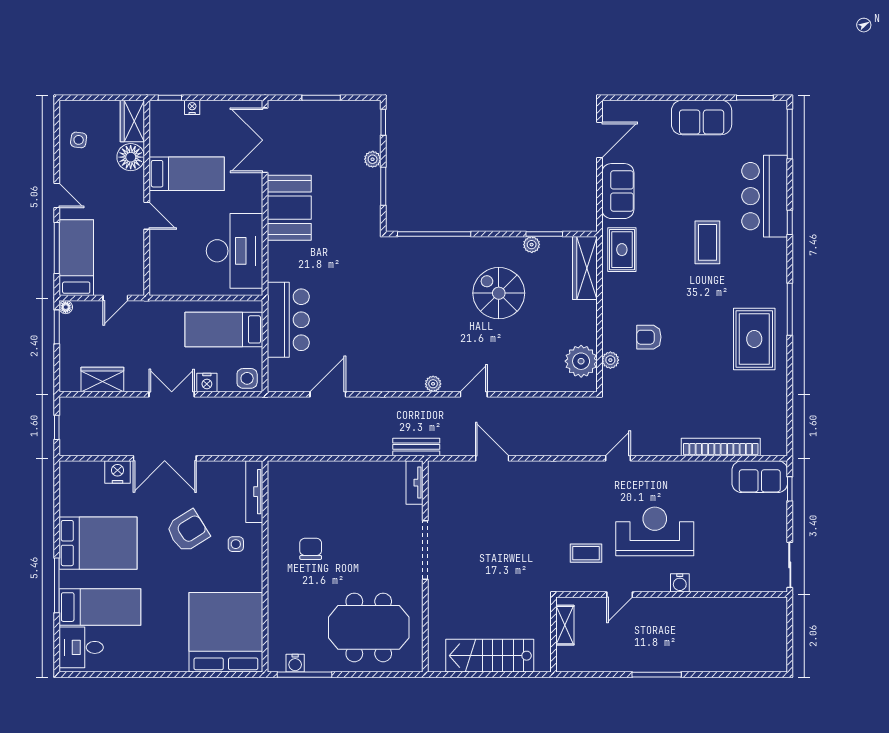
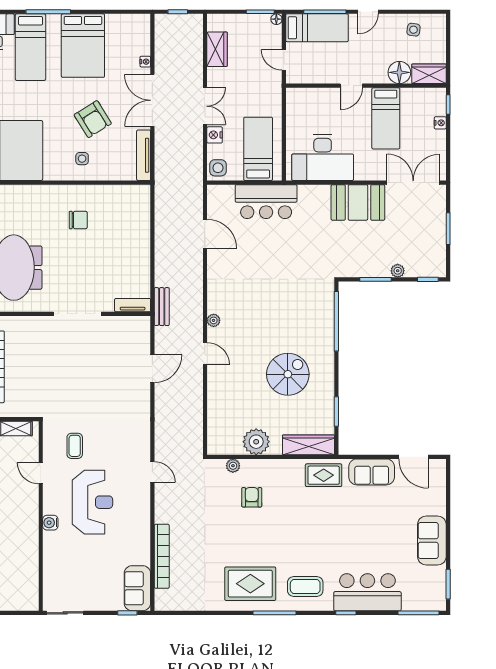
coffee table: (707, 242) -> (305, 587), moved
plant: (532, 245) -> (328, 401), removed
plant: (581, 361) -> (256, 442), moved
nightstand: (117, 472) -> (145, 62), width x0.53, depth x0.56
tv unit: (254, 492) -> (144, 155), moved, turned -90

